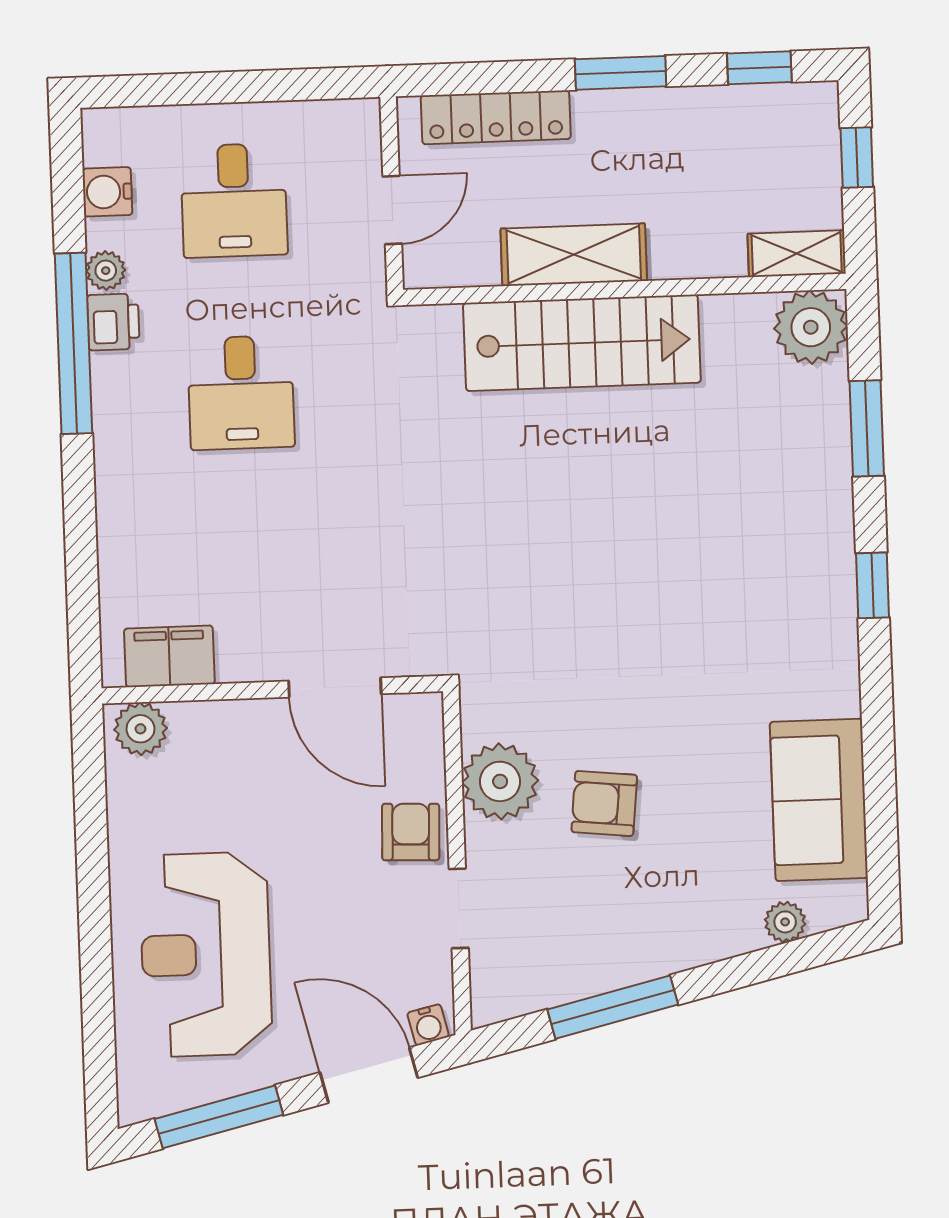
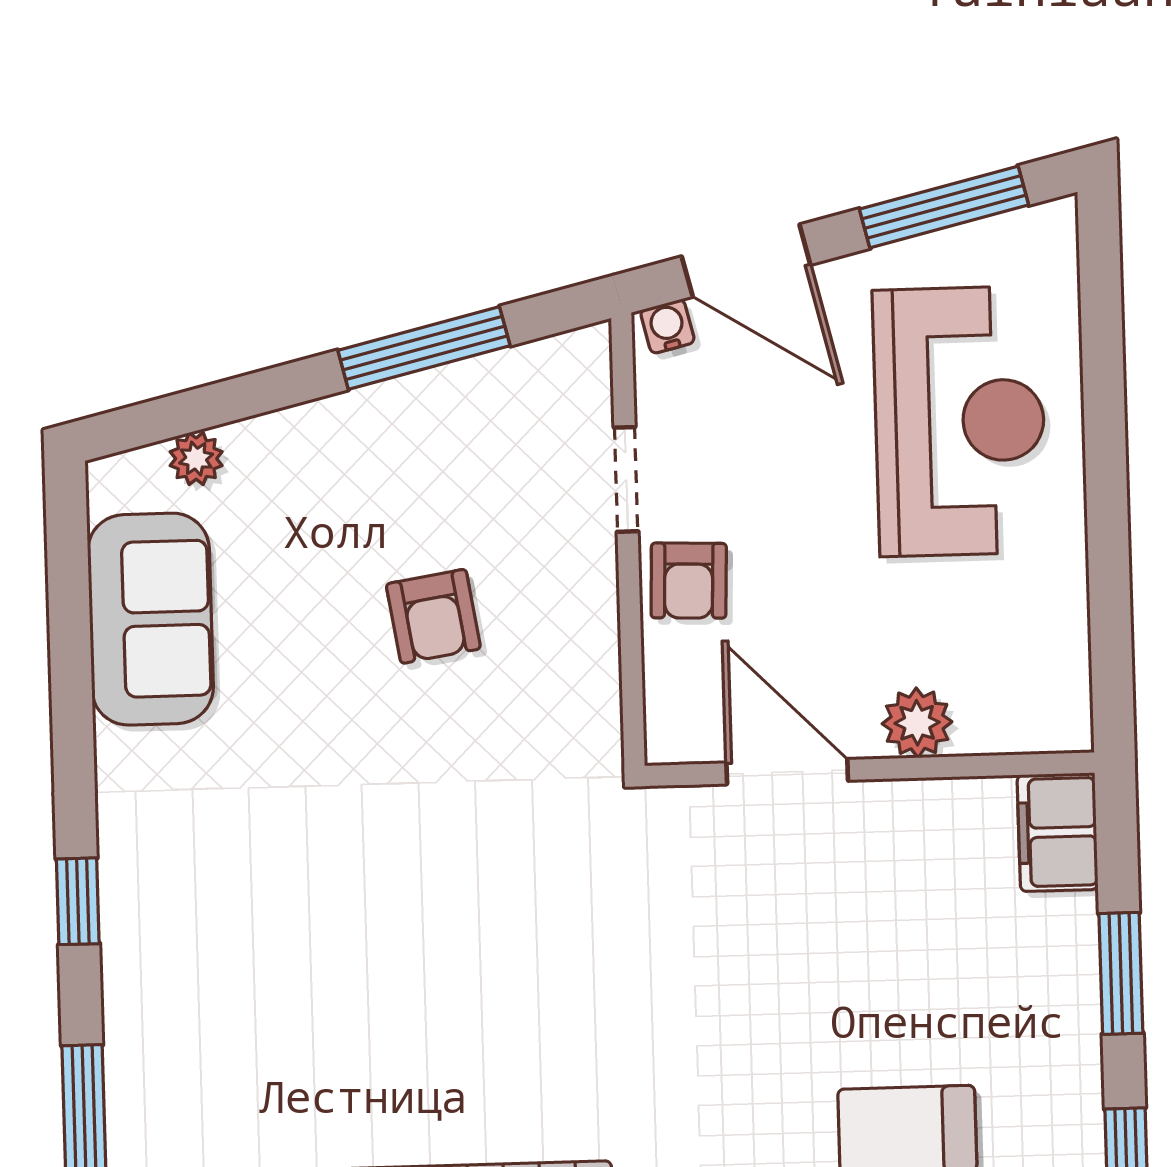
window: (81, 536) -> (1121, 973), added
filing cabinet: (169, 656) -> (1058, 832), moved, turned 90
plant: (140, 729) -> (917, 723), moved
plant: (500, 781) -> (570, 646), removed
armchair: (604, 803) -> (433, 616), turned 75

